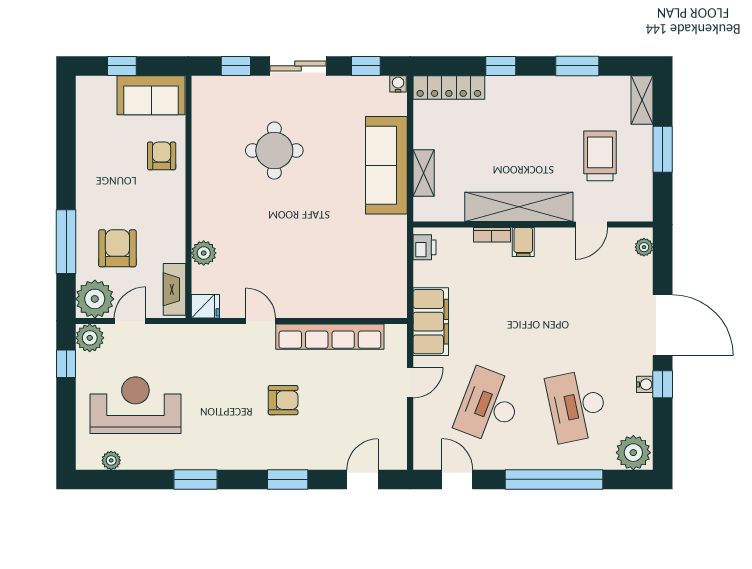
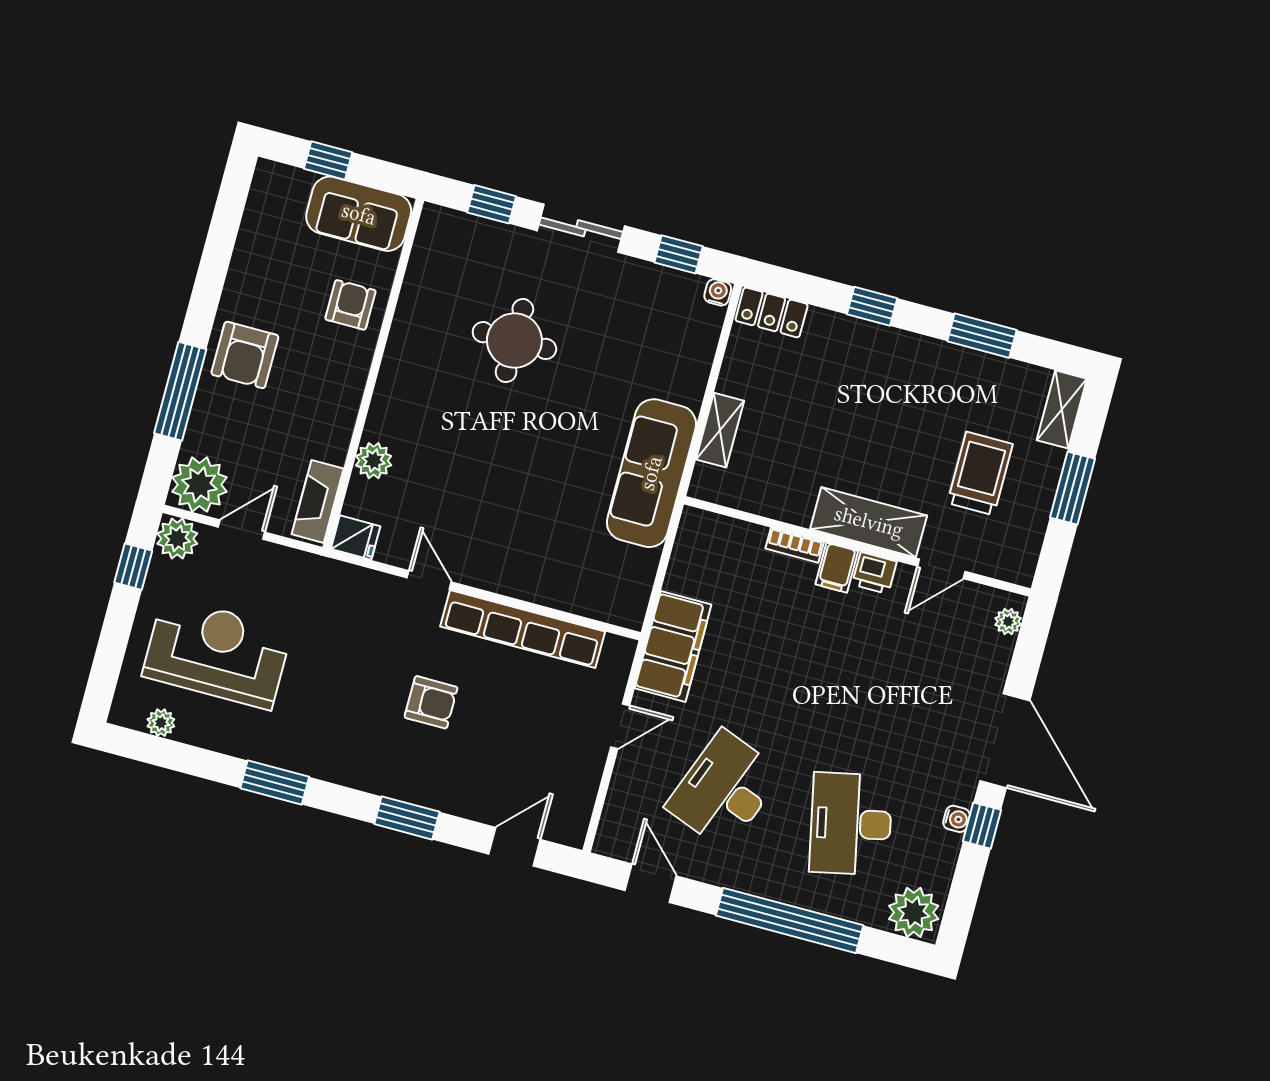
locker: (449, 87) -> (772, 312), width x0.66
sofa: (386, 165) -> (651, 473), moved
shelving: (519, 207) -> (869, 522), width x0.68
printer: (424, 247) -> (874, 573), moved, turned 90
armchair: (117, 248) -> (245, 355), moved, turned 180

